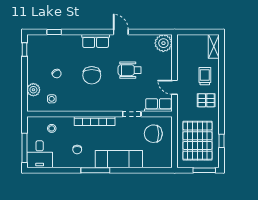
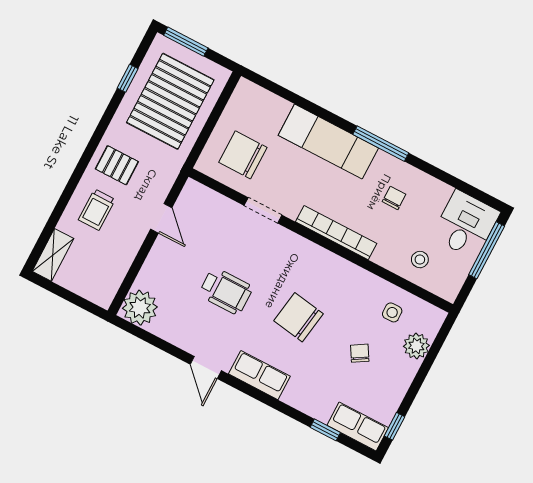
chair: (92, 75) -> (298, 317), turned -81
row of seats: (158, 105) -> (358, 426), moved, turned 180
chair: (153, 134) -> (243, 155), turned 180

